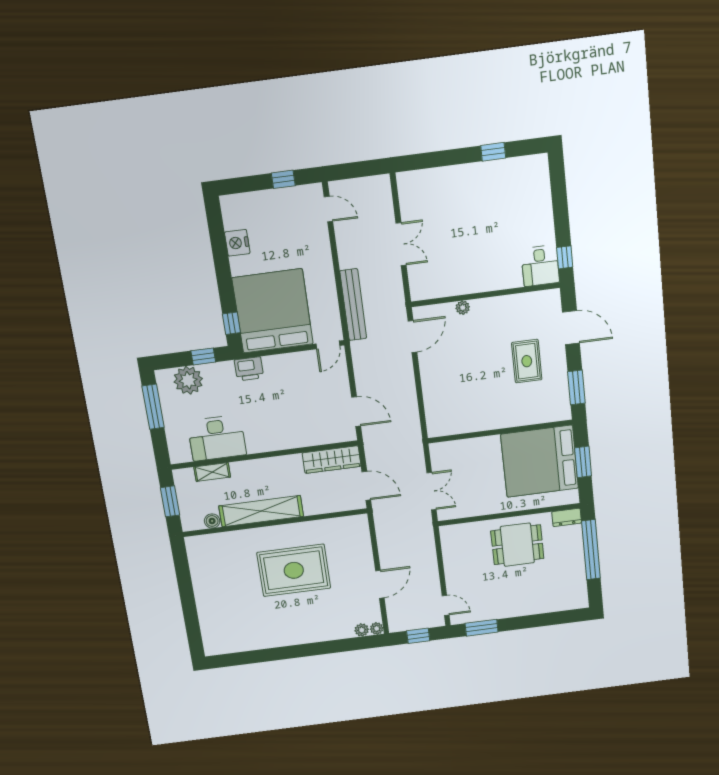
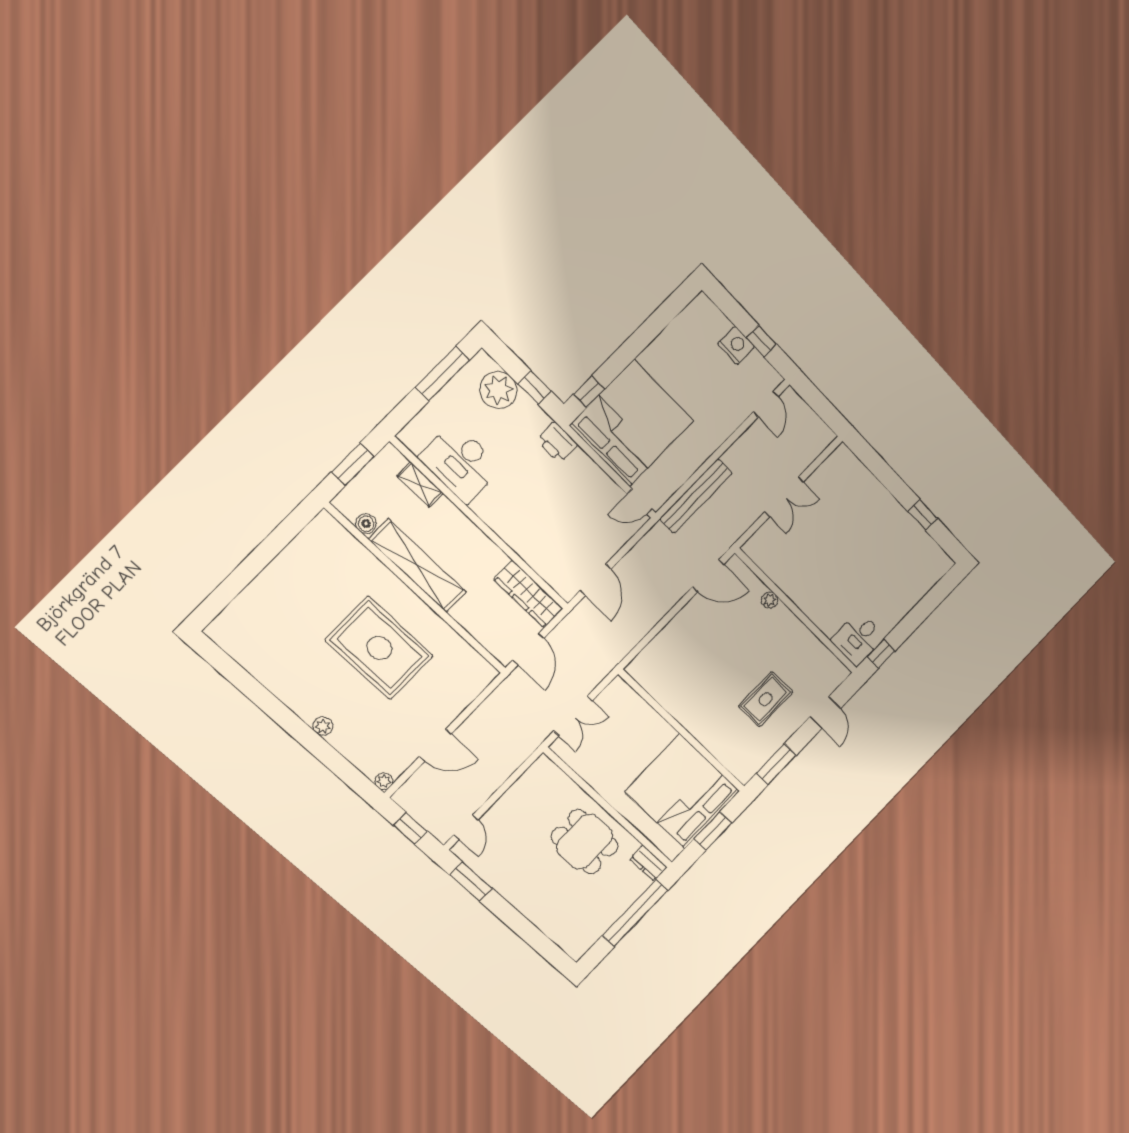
nightstand: (237, 243) -> (736, 345), moved, turned 90
door: (571, 328) -> (825, 712), width x0.73
plant: (362, 630) -> (323, 726), moved

